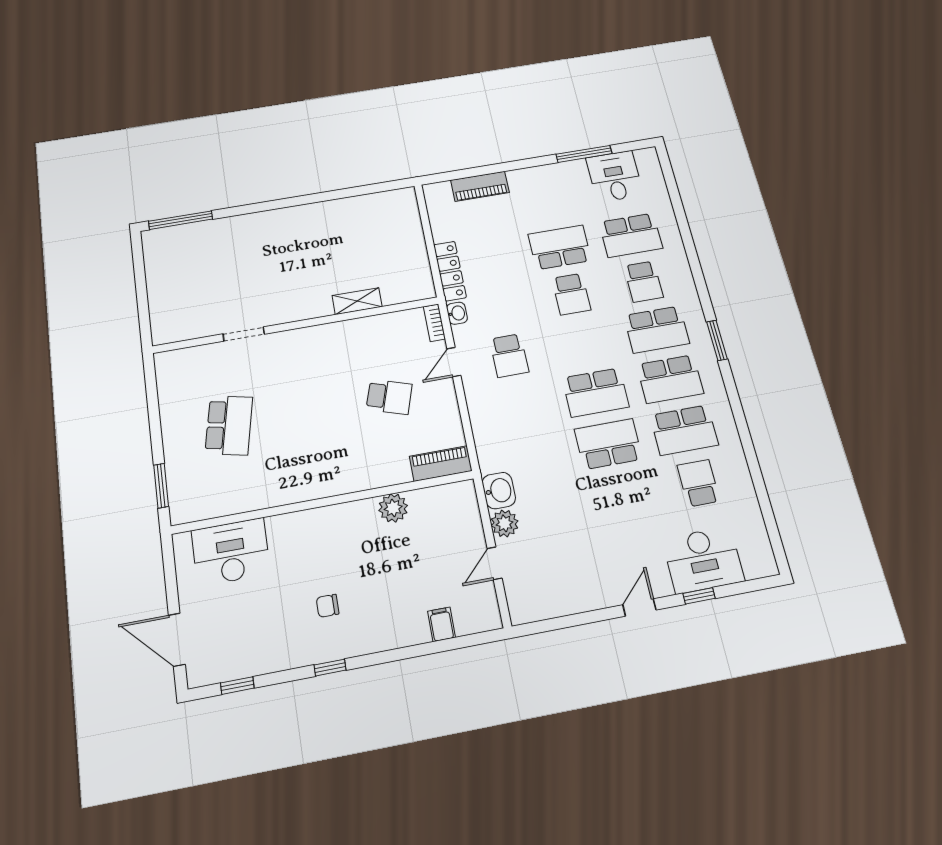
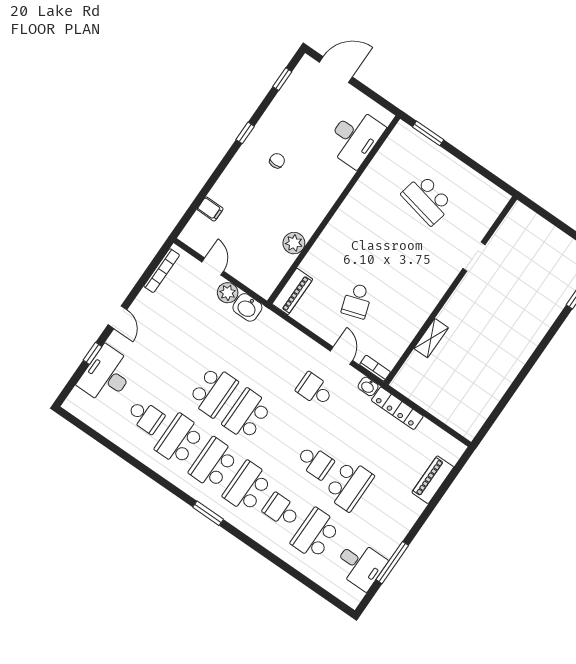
school desk: (571, 294) -> (315, 462), turned 180
school desk: (389, 397) -> (357, 301), turned -36
bookcase: (550, 610) -> (162, 271), added

